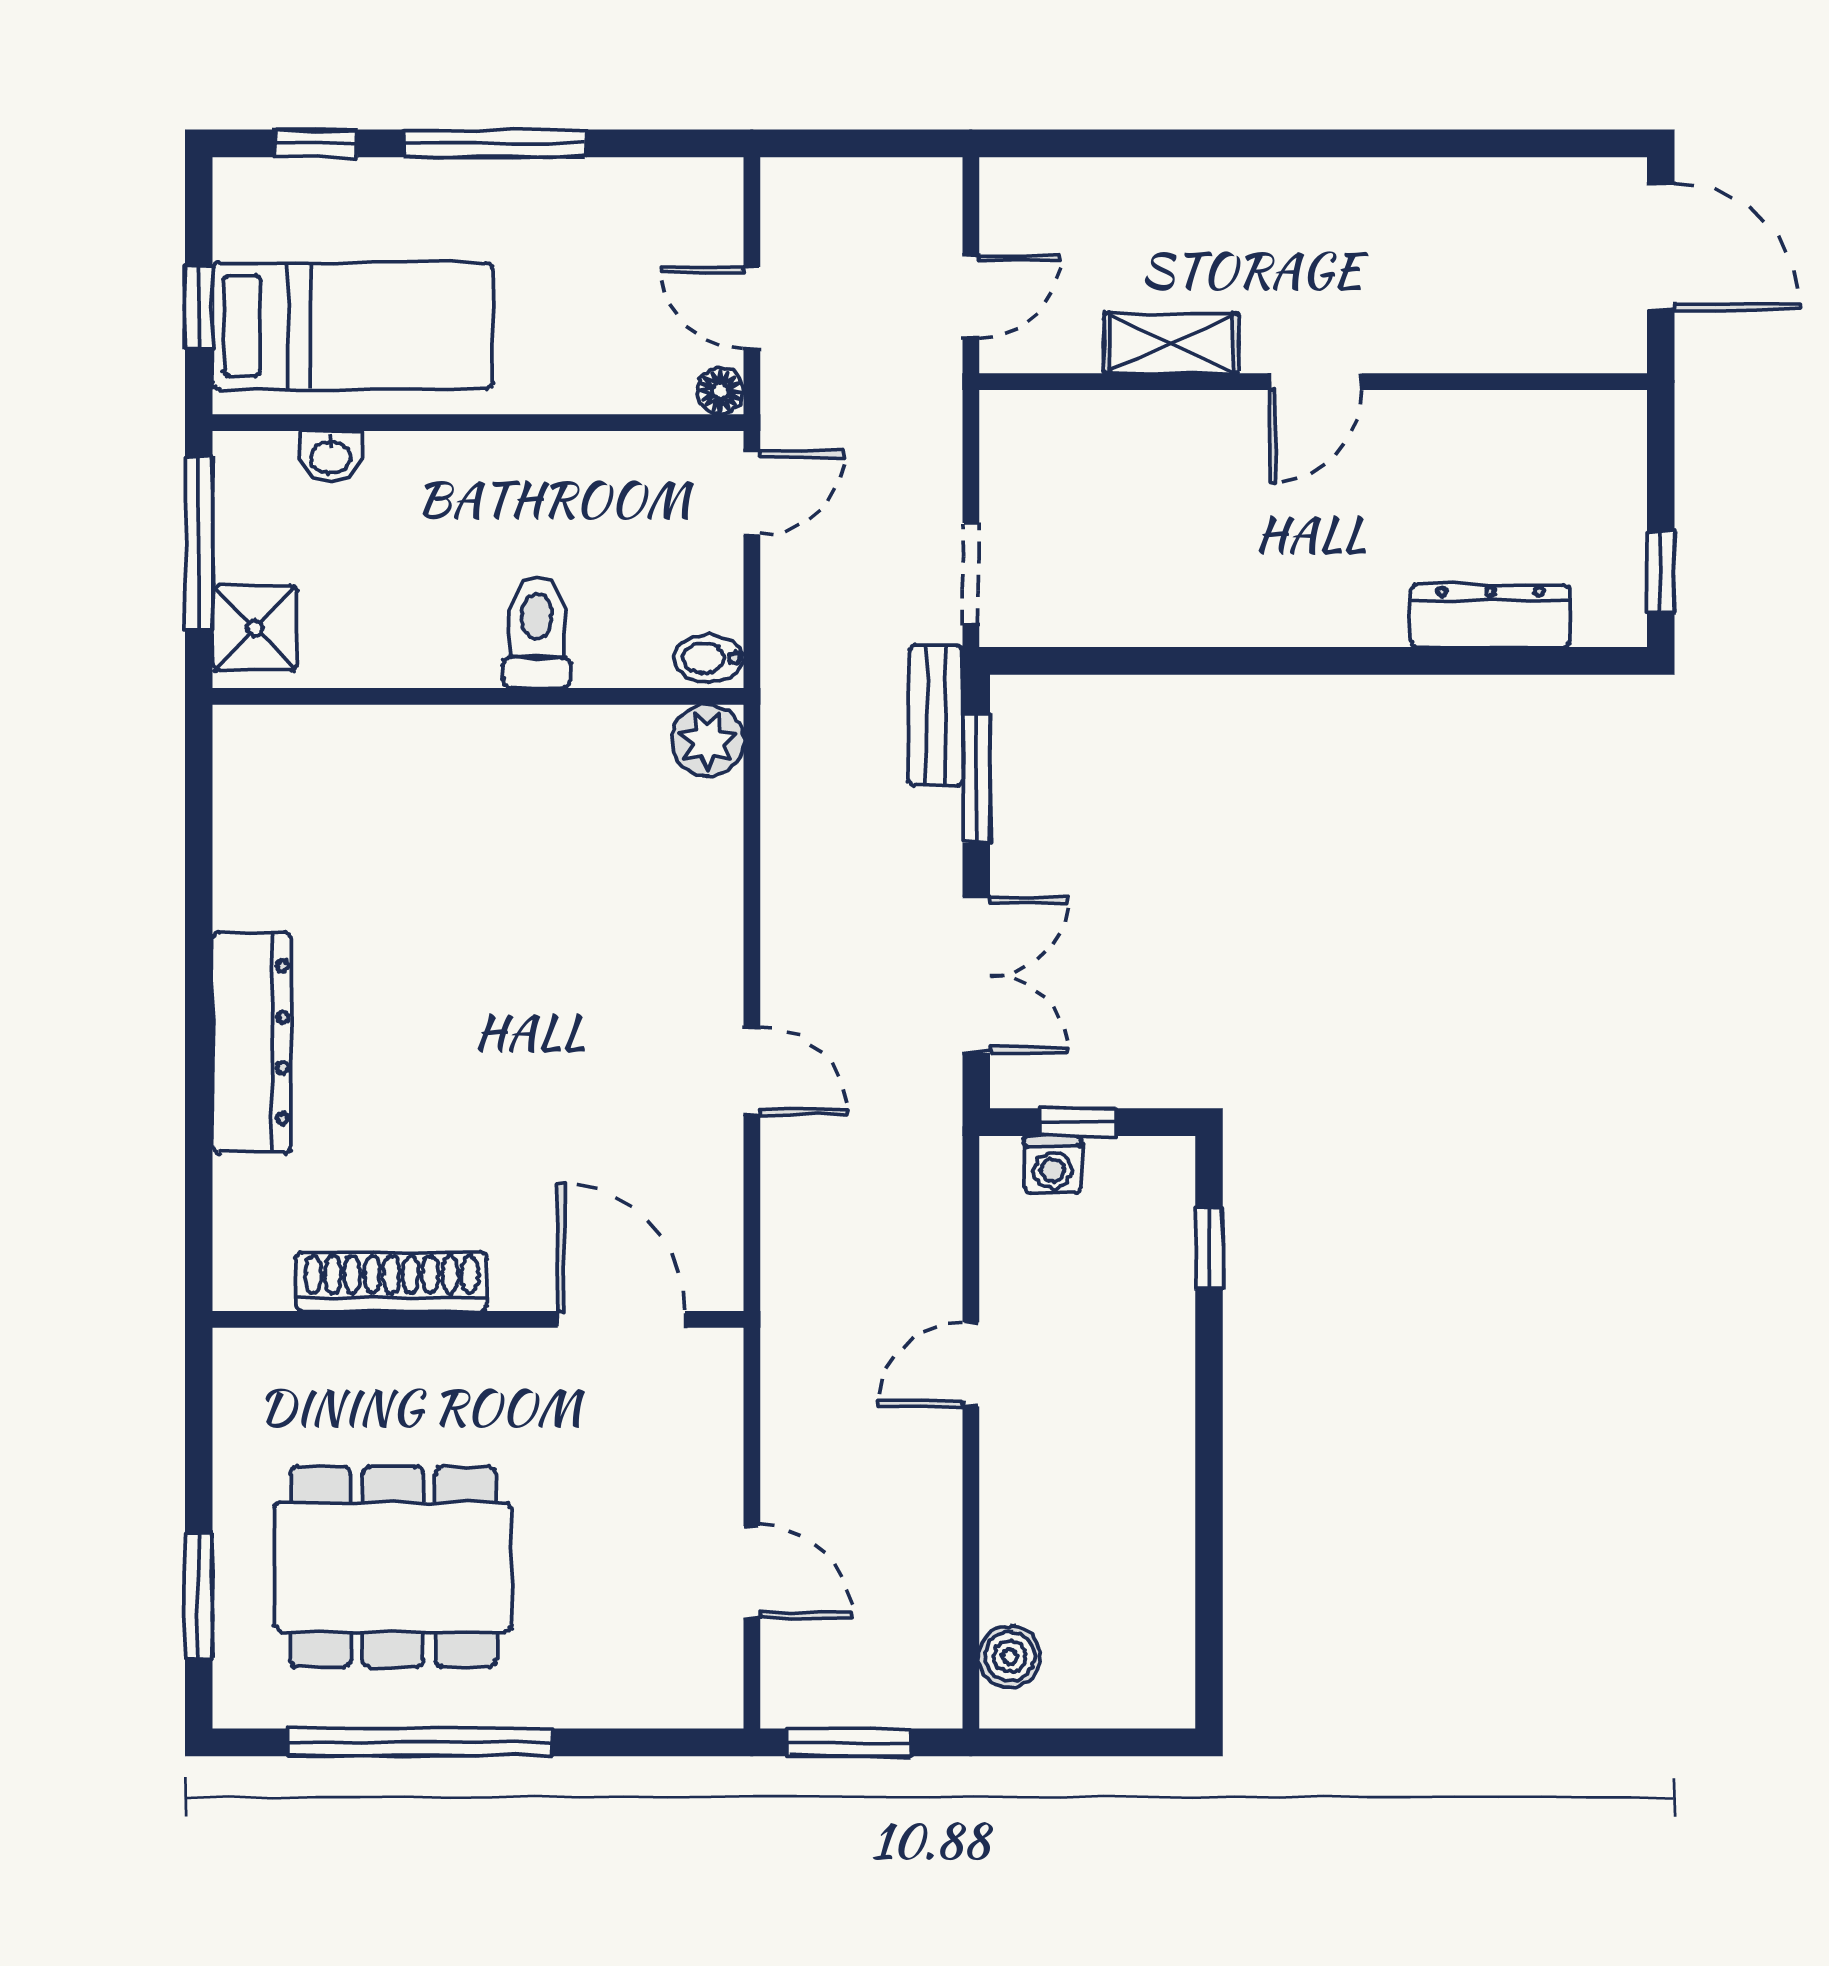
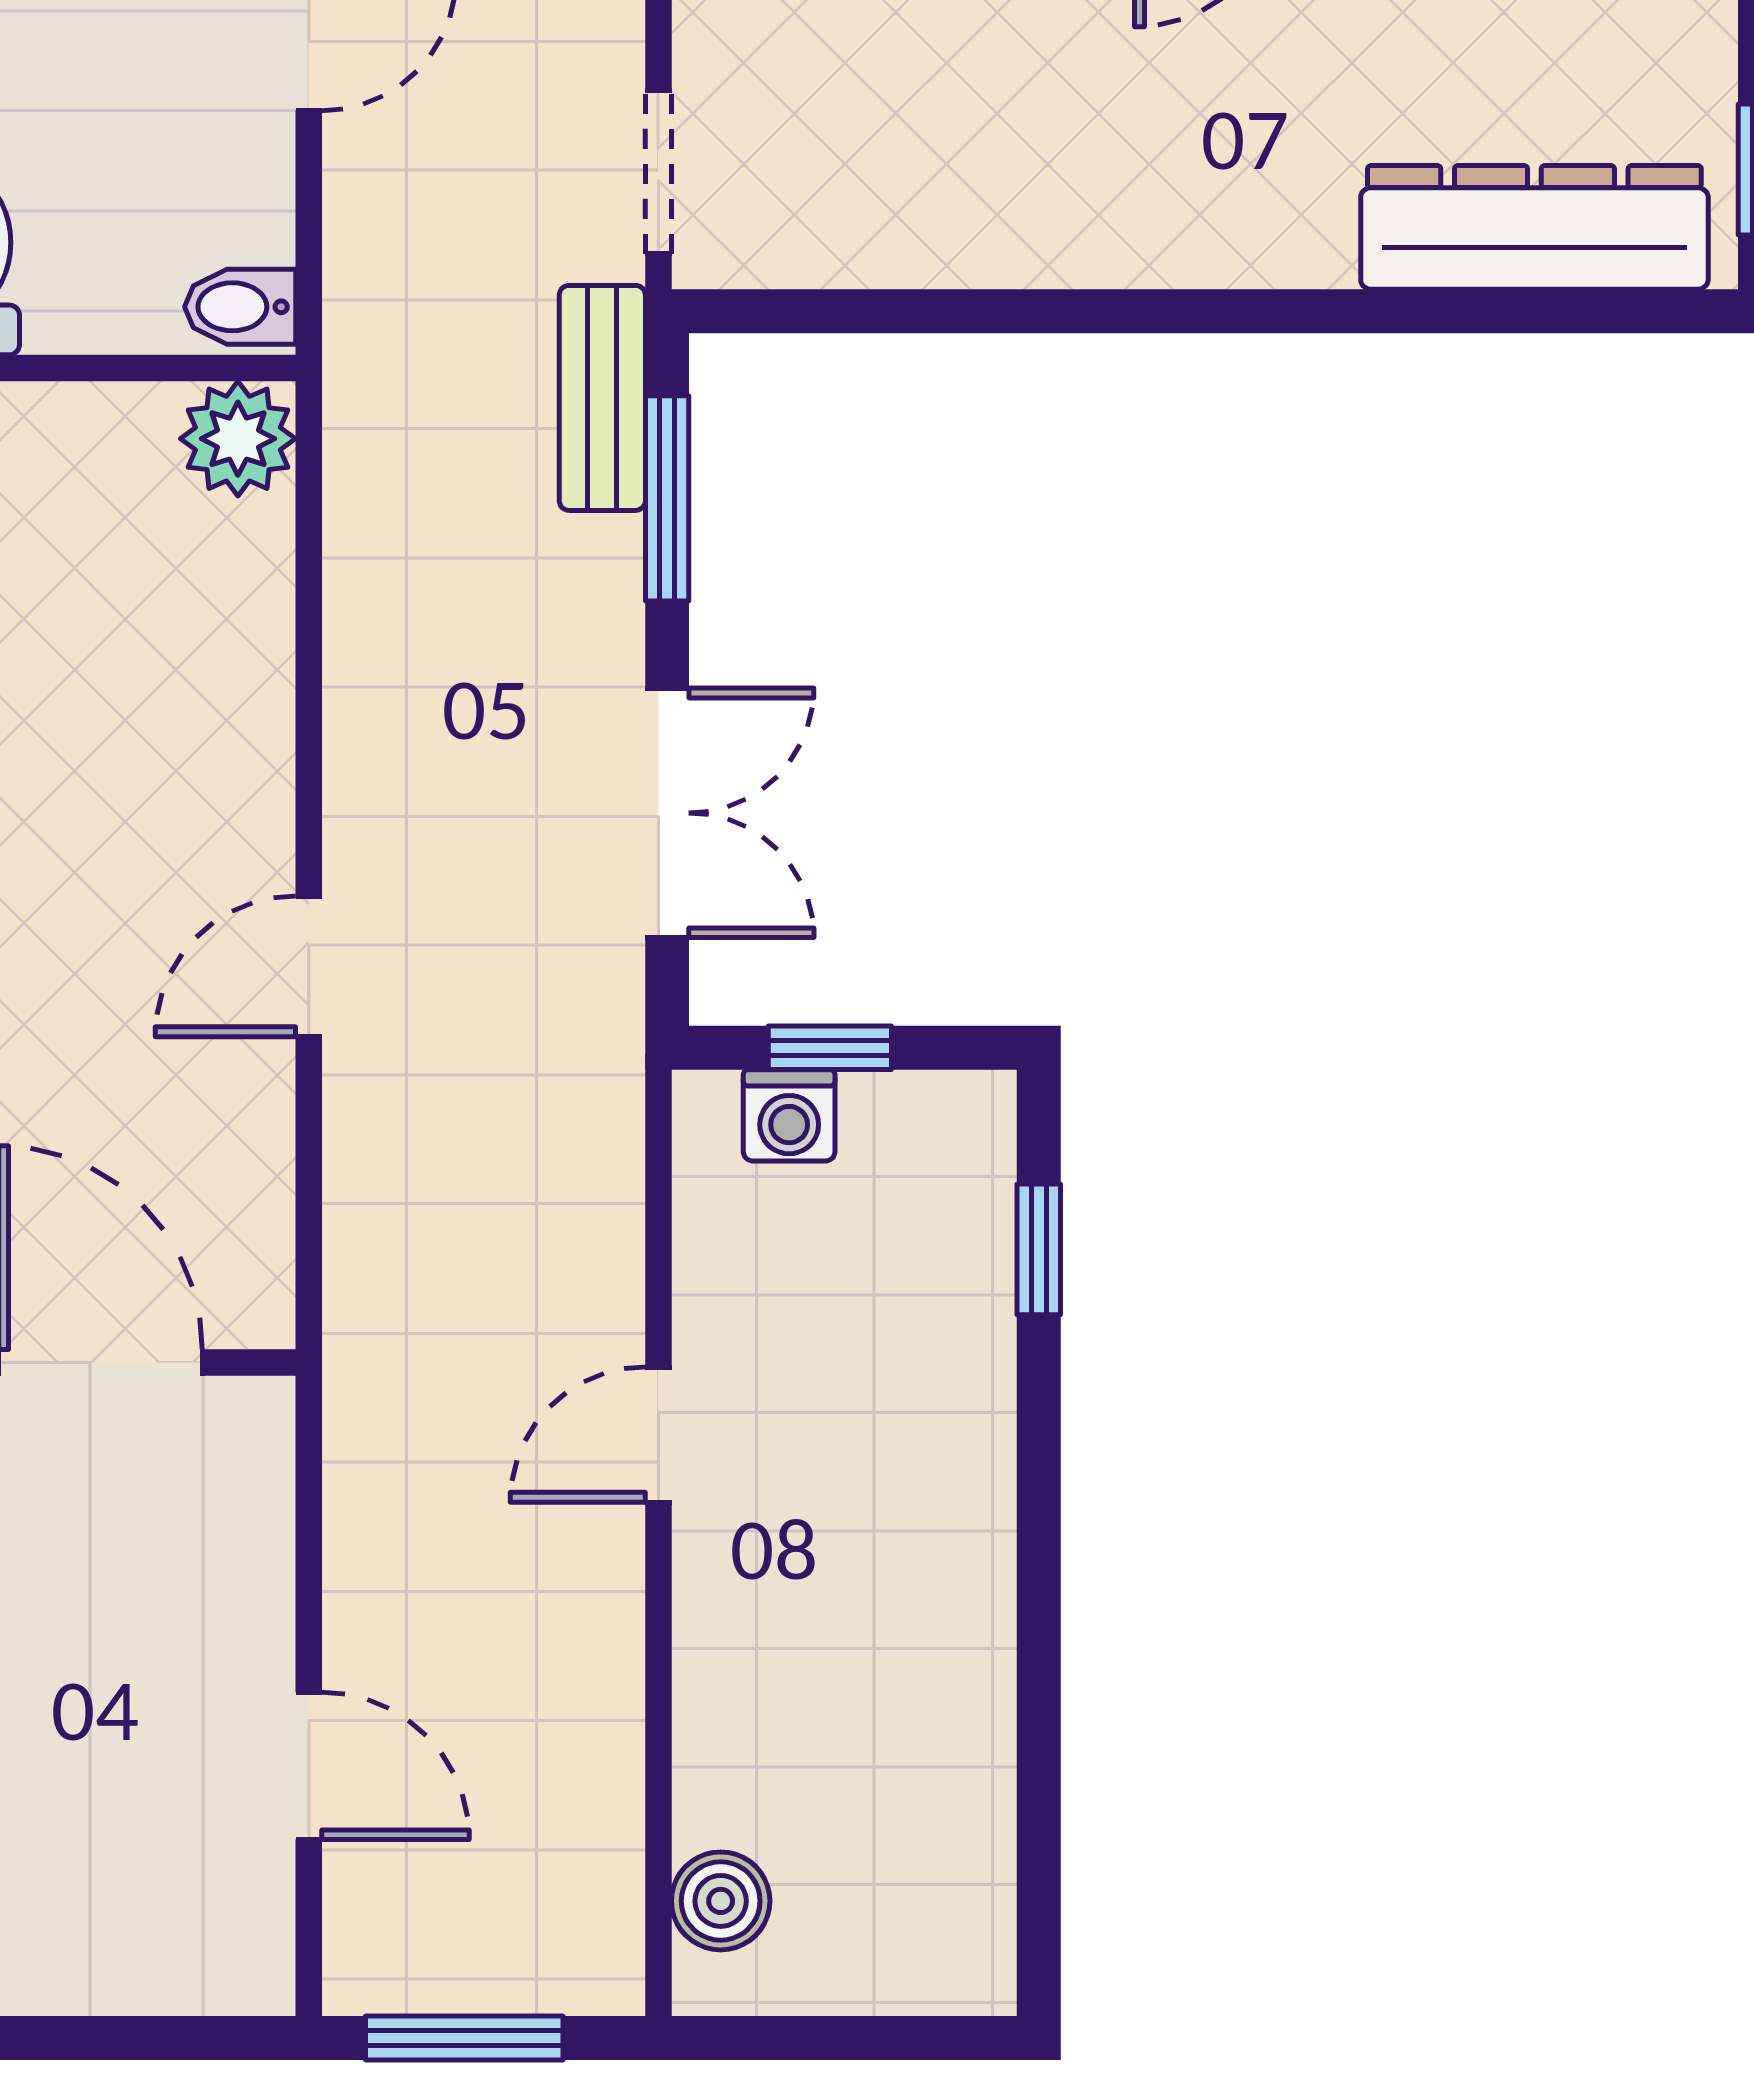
dresser: (1490, 616) -> (1534, 227), width x1.37, depth x1.24
door: (752, 1071) -> (309, 966), swing flipped

